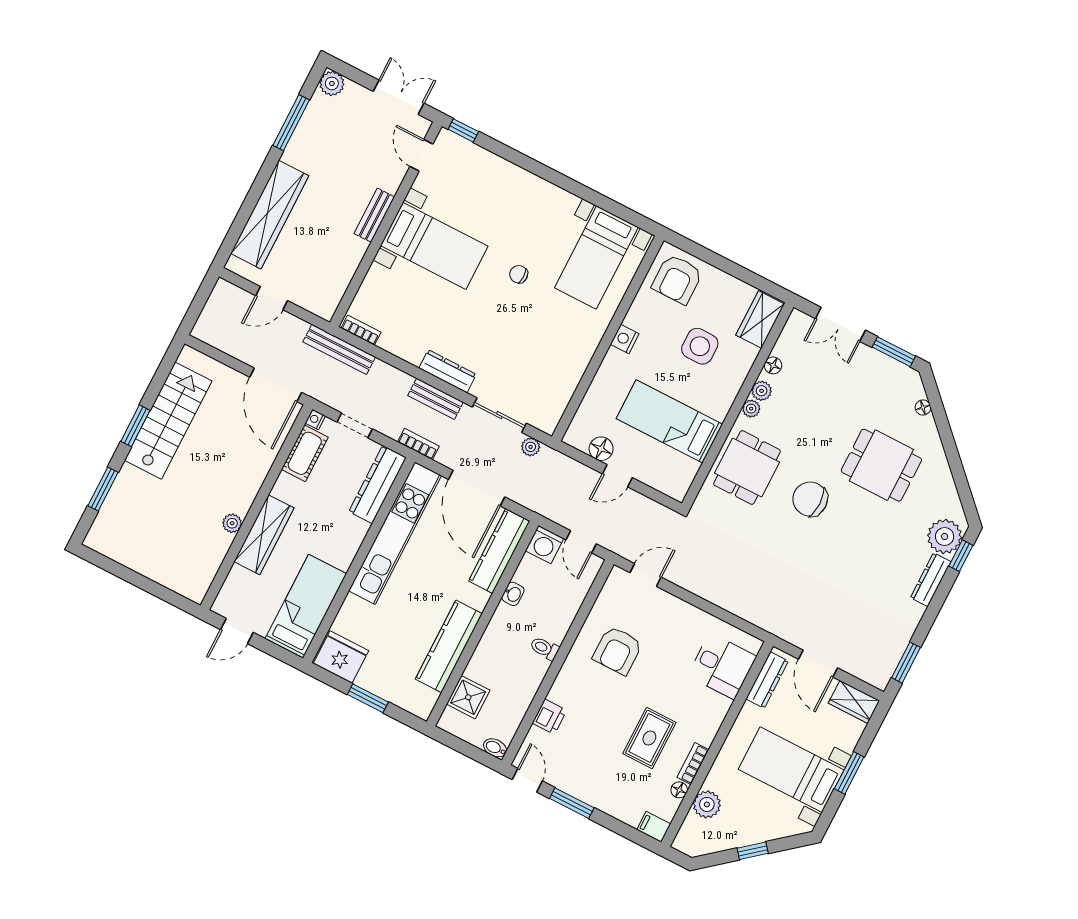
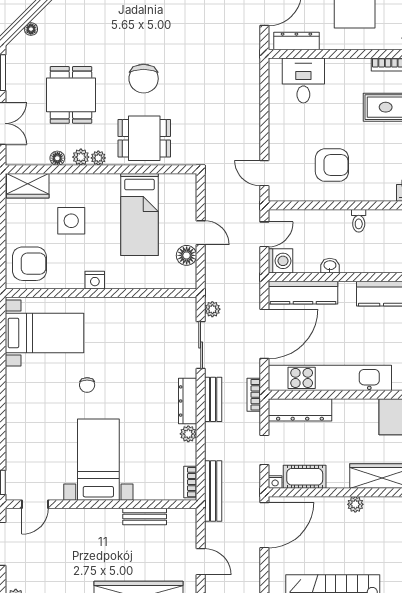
bench: (374, 215) -> (145, 517), moved
plant: (413, 354) -> (188, 434), added
dining table: (881, 465) -> (71, 95), moved
plant: (232, 523) -> (355, 504), moved

